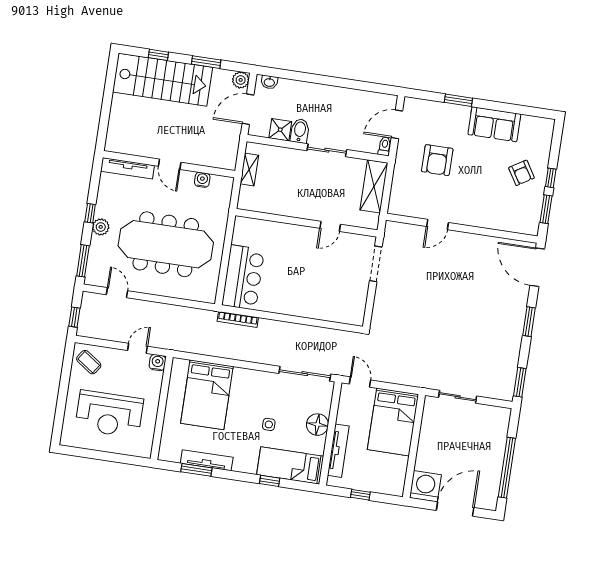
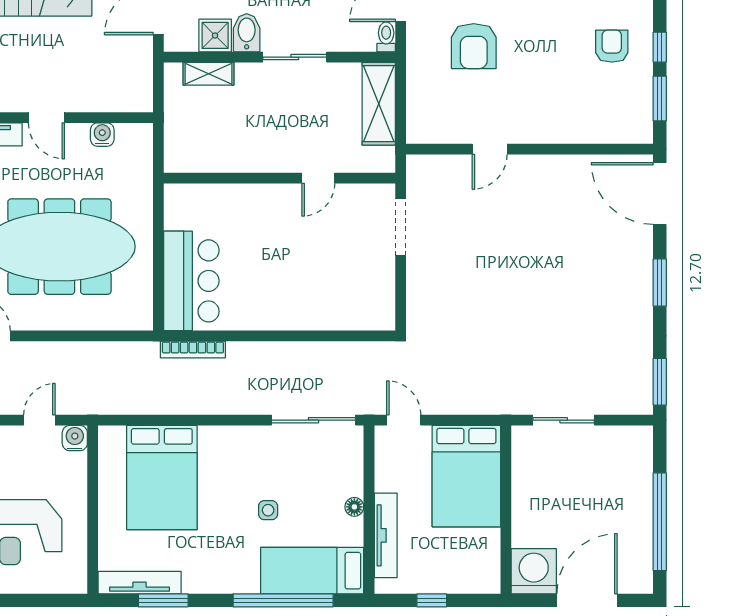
shelving: (249, 170) -> (208, 74), moved, turned 90
armchair: (522, 173) -> (612, 46), turned -148
floor lamp: (317, 425) -> (354, 507), width x0.53, depth x0.53
tv unit: (207, 460) -> (140, 583), moved
window: (270, 481) -> (283, 600), width x3.17

